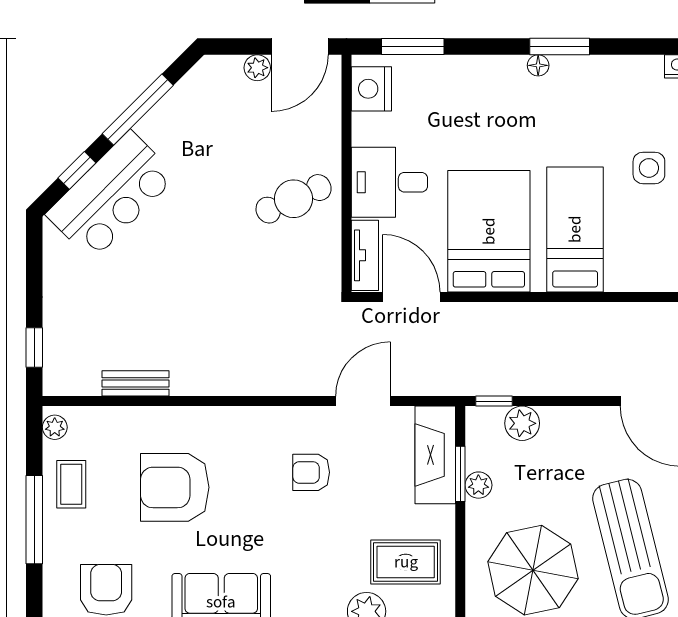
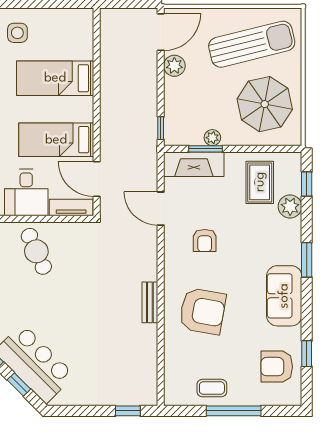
bed: (489, 231) -> (56, 140), width x0.67
door: (411, 297) -> (97, 179), hinge flipped
bench: (135, 383) -> (150, 302), moved
plant: (522, 423) -> (174, 66), moved
plant: (55, 427) -> (177, 398), removed
armchair: (175, 487) -> (202, 311), moved, turned -80

